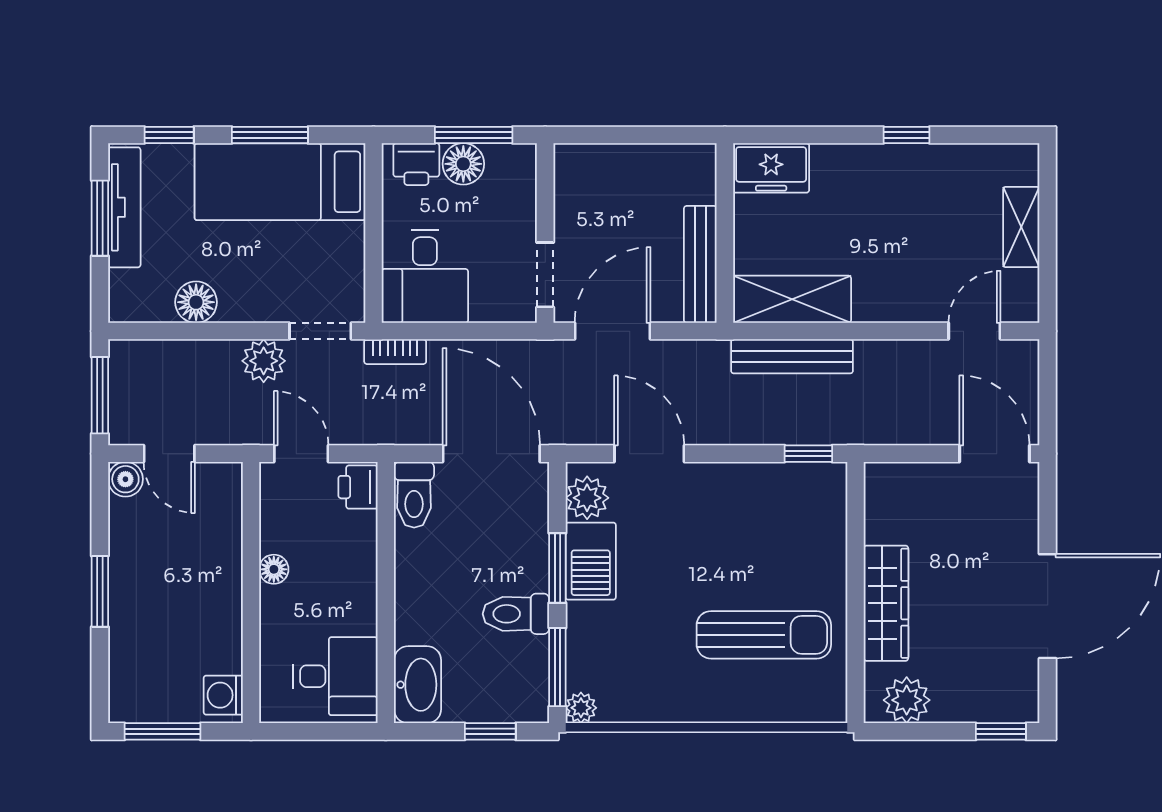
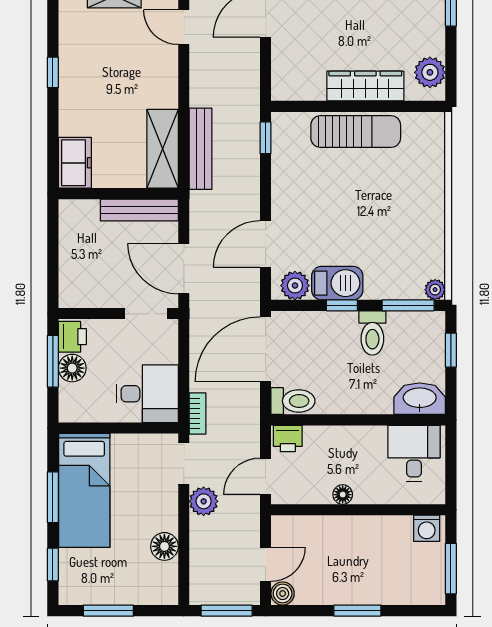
printer: (416, 164) -> (72, 337), moved
tv unit: (124, 207) -> (101, 594), removed
window: (557, 568) -> (342, 305), width x0.67
sun lounger: (764, 635) -> (356, 132), moved, turned 90

